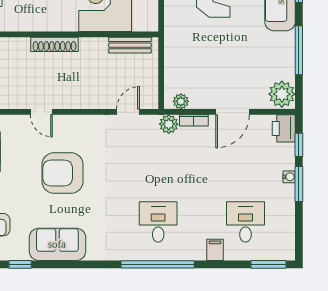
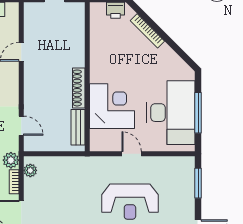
shoe rack: (55, 44) -> (79, 88), moved

